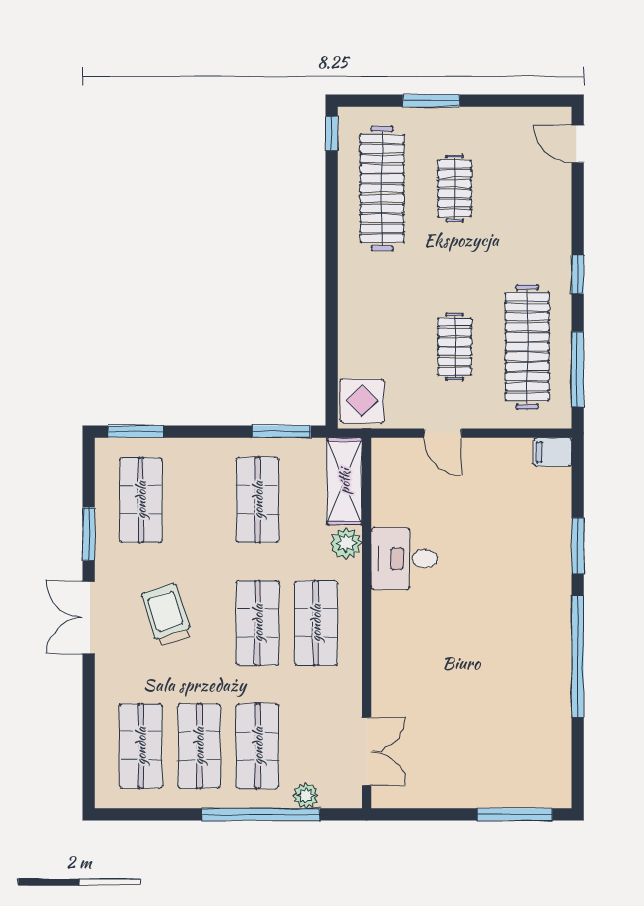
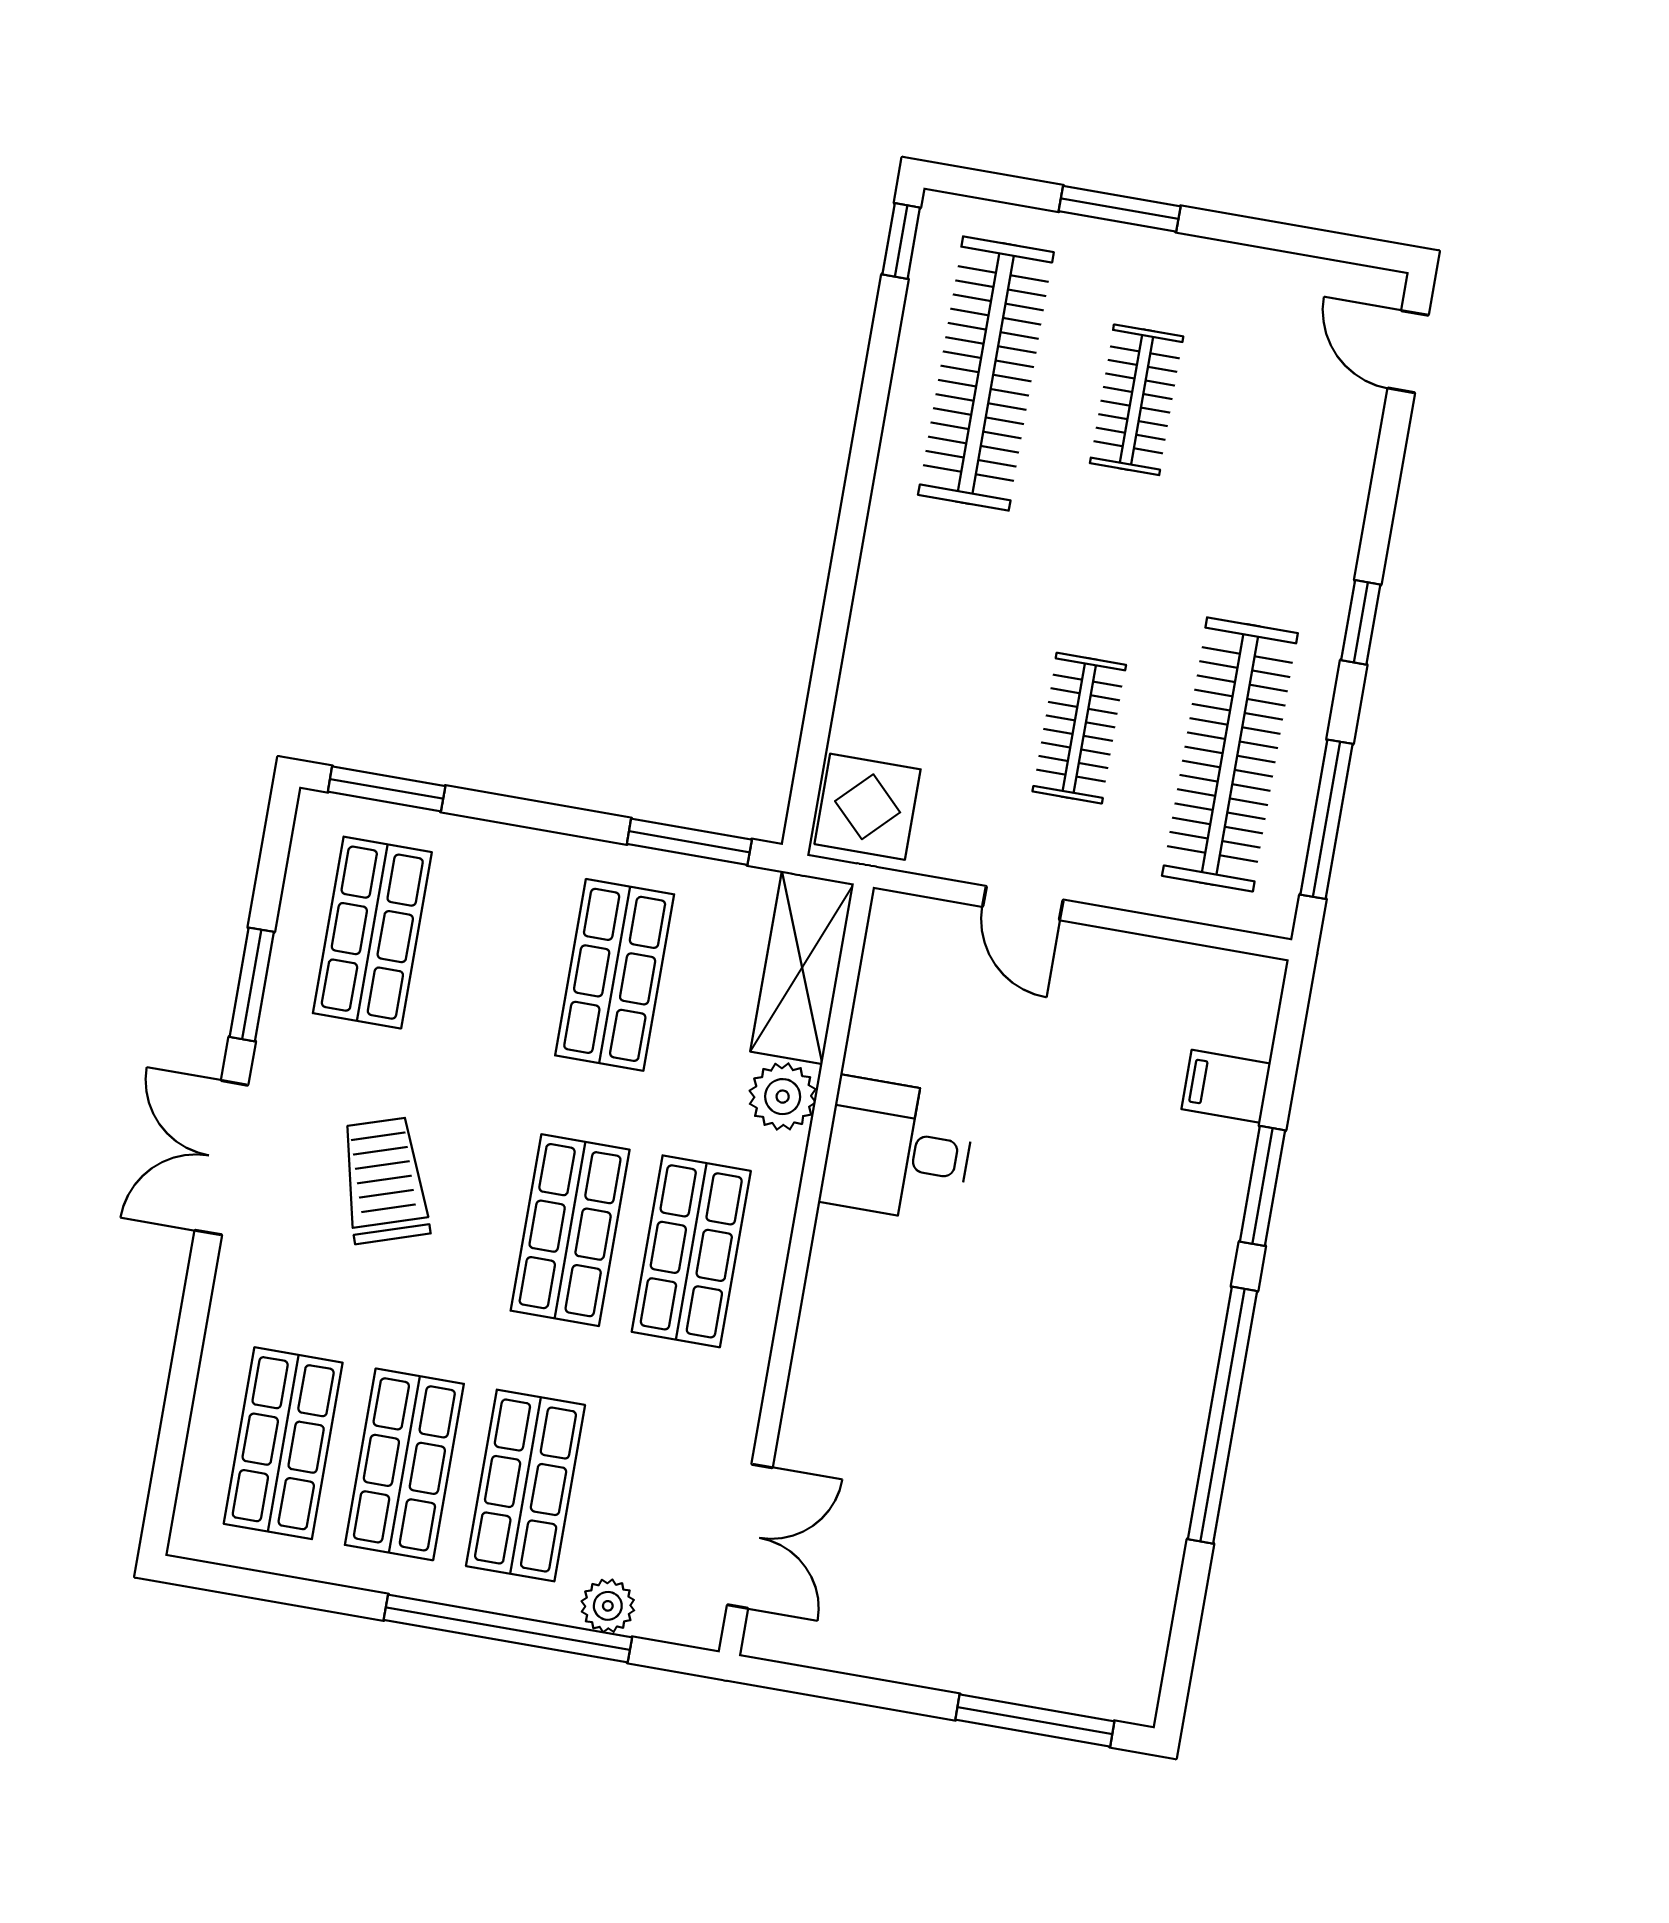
filing cabinet: (553, 452) -> (1226, 1086), moved

